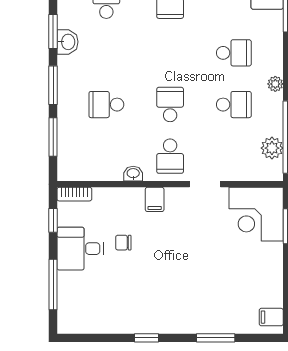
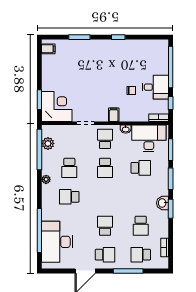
school desk: (234, 105) -> (69, 168), turned -90
desk: (92, 157) -> (149, 138), added
window: (53, 284) -> (171, 67), width x1.46

